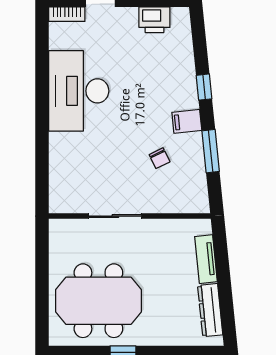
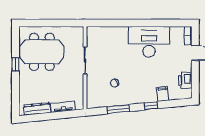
filing cabinet: (187, 121) -> (163, 94), moved
meeting table: (98, 301) -> (42, 52), turned 90

